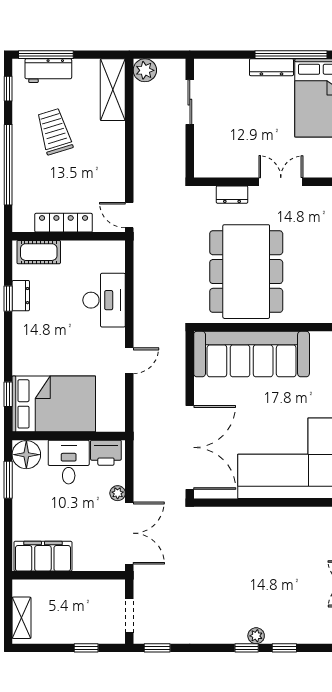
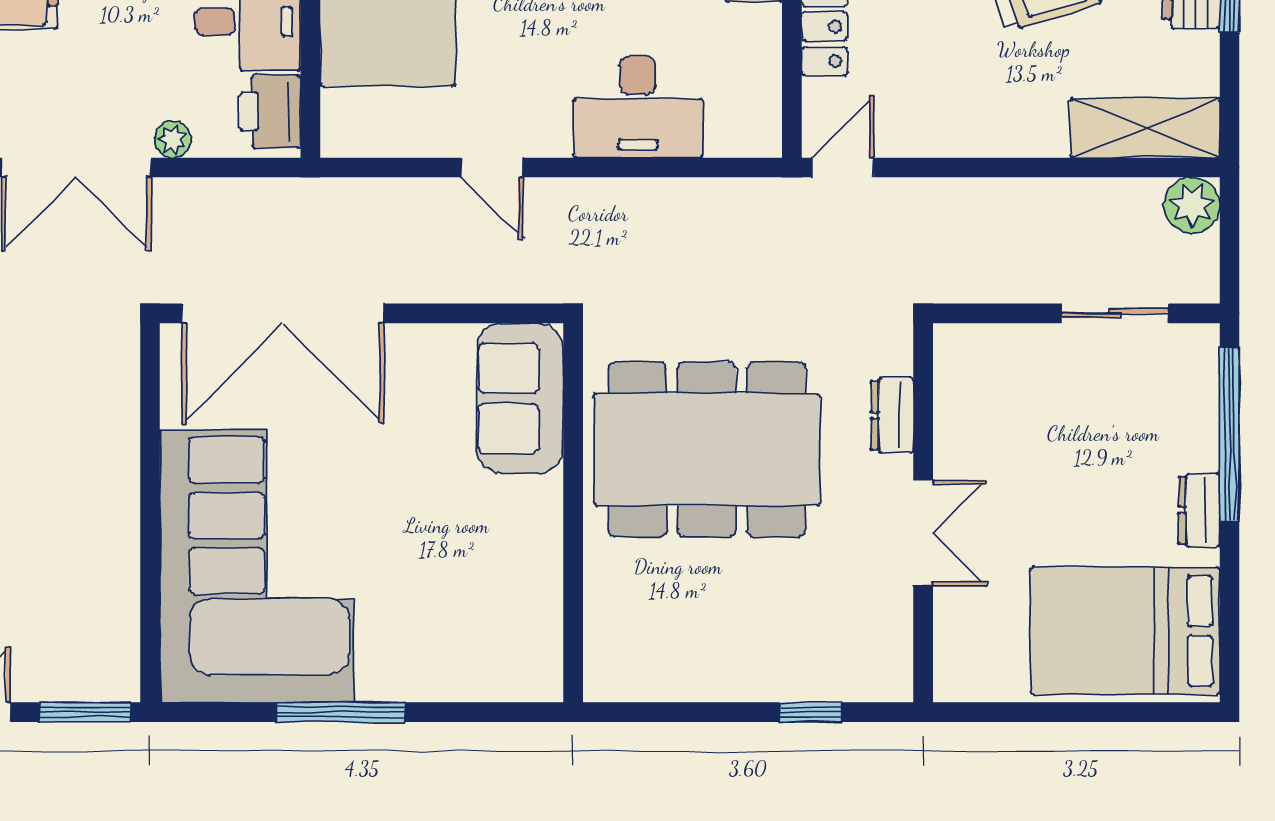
window: (291, 55) -> (1229, 435), moved
dresser: (271, 67) -> (1199, 510), width x0.70
sofa: (252, 354) -> (520, 398), width x0.54, depth x0.79

